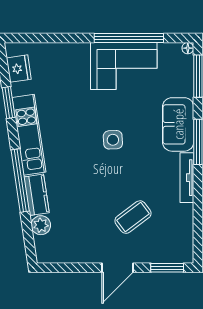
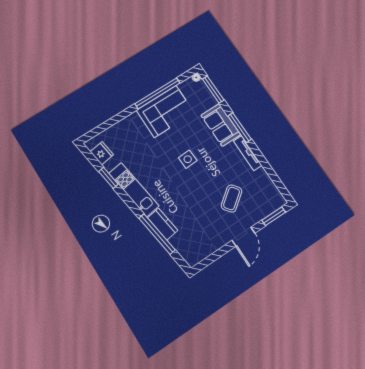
window: (20, 180) -> (157, 234), moved
plant: (41, 225) -> (178, 242), removed

